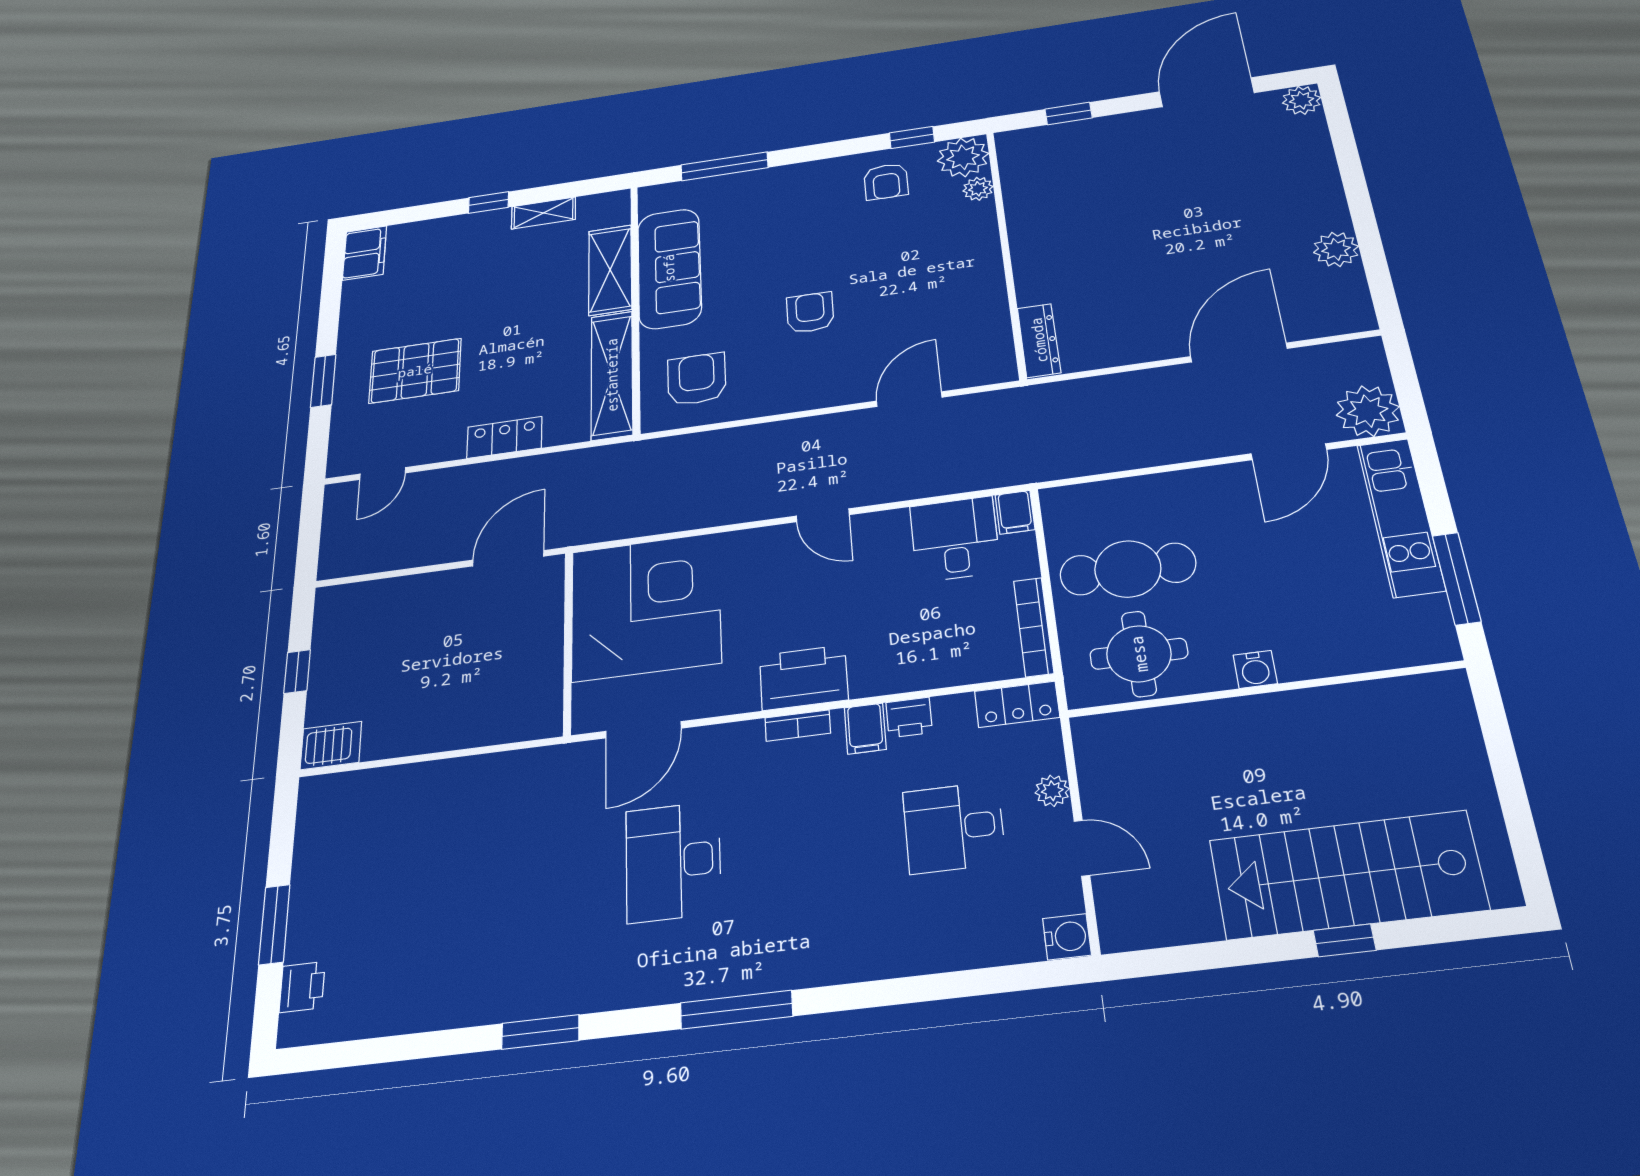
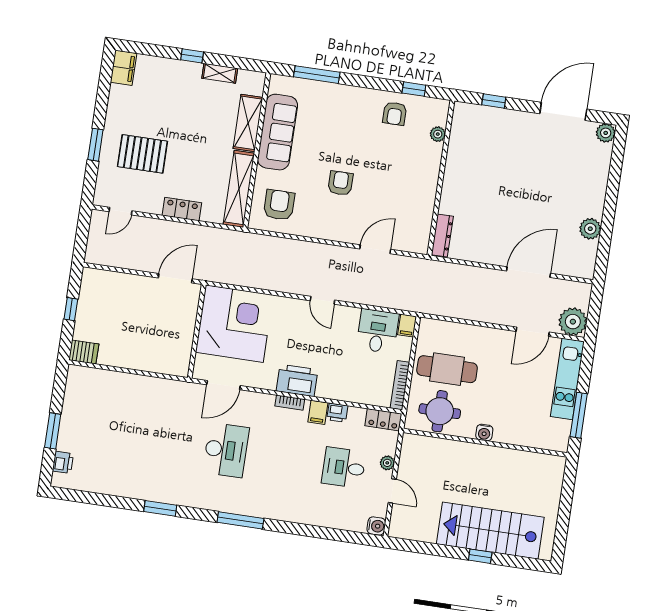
plant: (963, 157) -> (436, 111), removed
desk: (673, 862) -> (226, 450), turned 180

